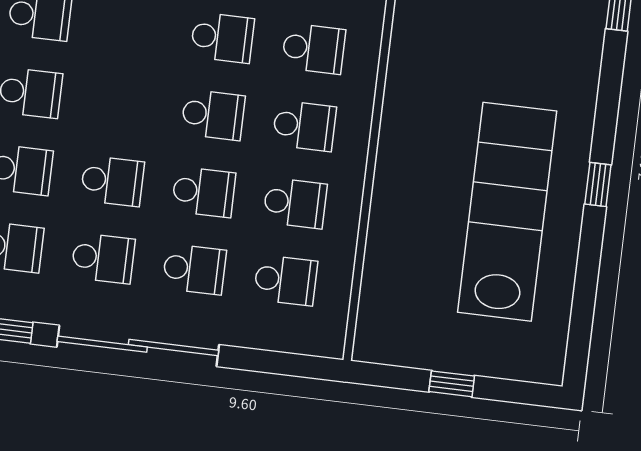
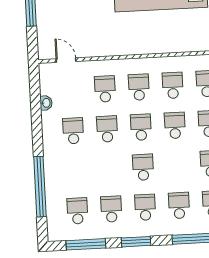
school desk: (112, 181) -> (143, 167), moved

